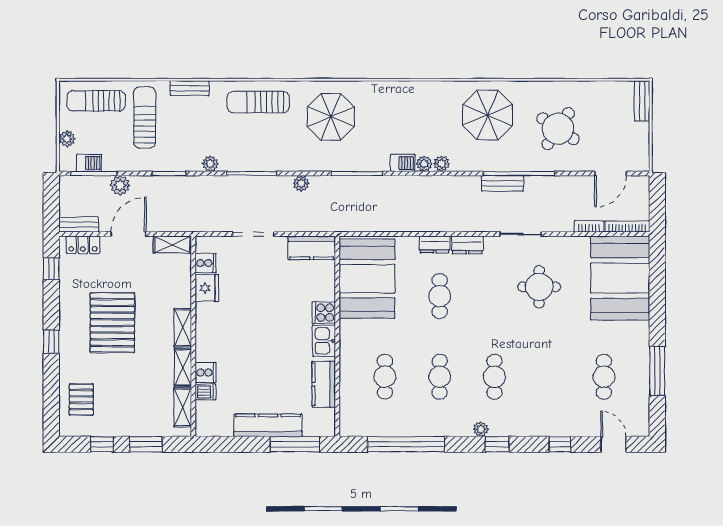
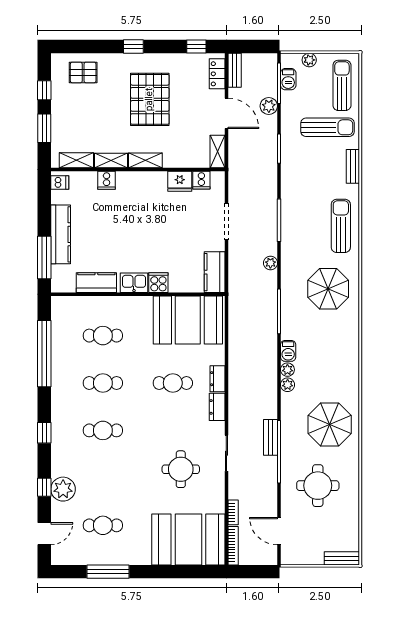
round table: (558, 129) -> (318, 486), turned -34
plant: (210, 164) -> (287, 184), removed
pallet: (112, 323) -> (150, 99), turned 90
dishwasher: (205, 392) -> (60, 182), moved, turned -90
plant: (481, 429) -> (63, 489), moved, width x1.88, depth x1.88

